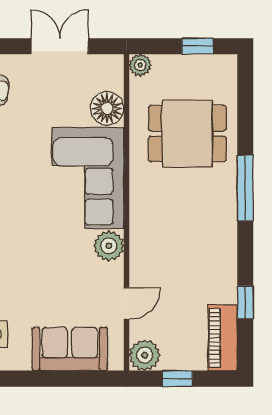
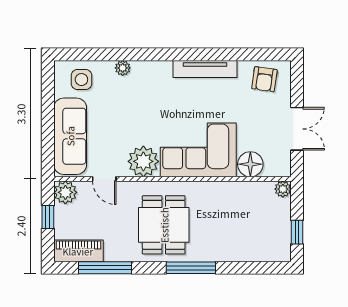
dining table: (187, 134) -> (164, 225), moved
plant: (109, 246) -> (143, 161), width x1.36, depth x1.36
window: (245, 302) -> (105, 268), width x2.17
sofa: (70, 349) -> (70, 136), width x1.36

